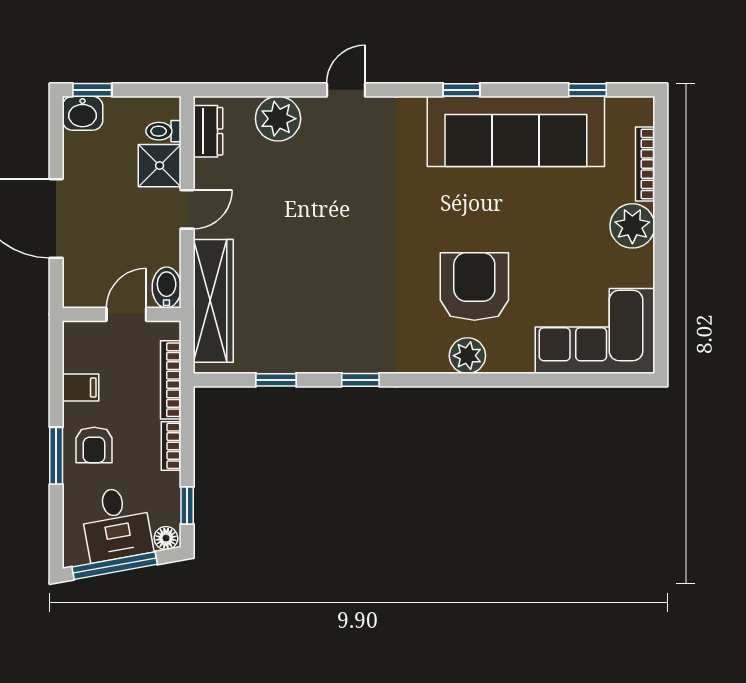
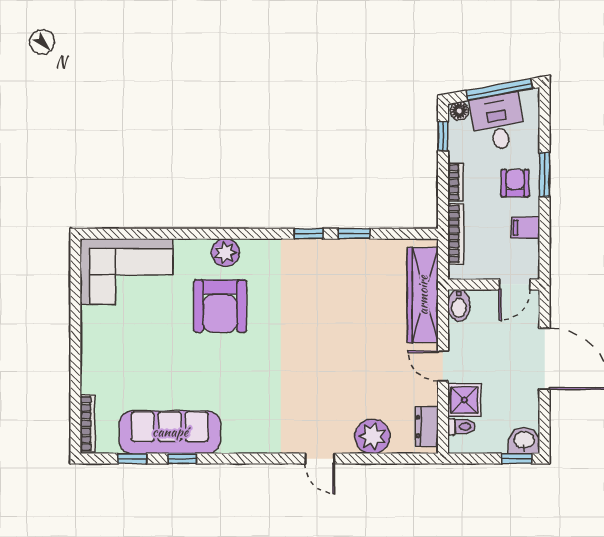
door: (346, 90) -> (320, 459), hinge flipped
window: (461, 90) -> (182, 459), moved
sofa: (516, 131) -> (170, 432), width x0.74, depth x0.79
bookcase: (645, 164) -> (88, 423), moved
door: (187, 209) -> (443, 366), hinge flipped
plant: (632, 226) -> (98, 353), removed
door: (126, 314) -> (515, 284), moved
window: (276, 380) -> (354, 234), moved

